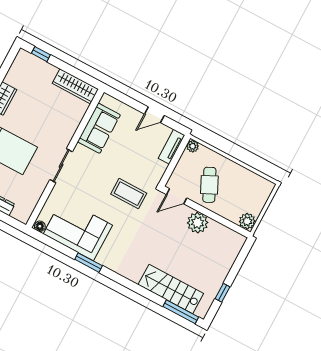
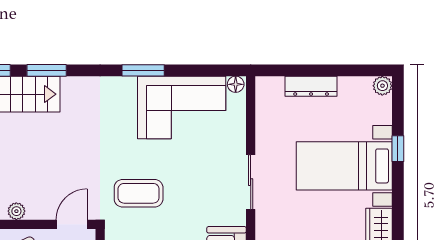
plant: (198, 223) -> (16, 211), width x0.53, depth x0.53
window: (144, 292) -> (47, 70), added

